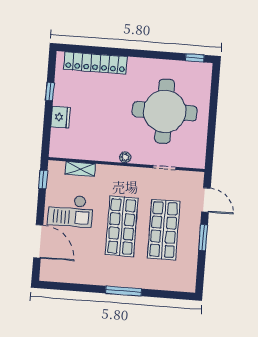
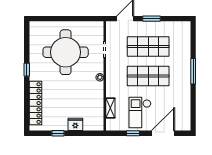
window: (195, 58) -> (27, 70), moved
window: (43, 180) -> (133, 133), moved
checkout: (70, 211) -> (140, 112), turned 180

